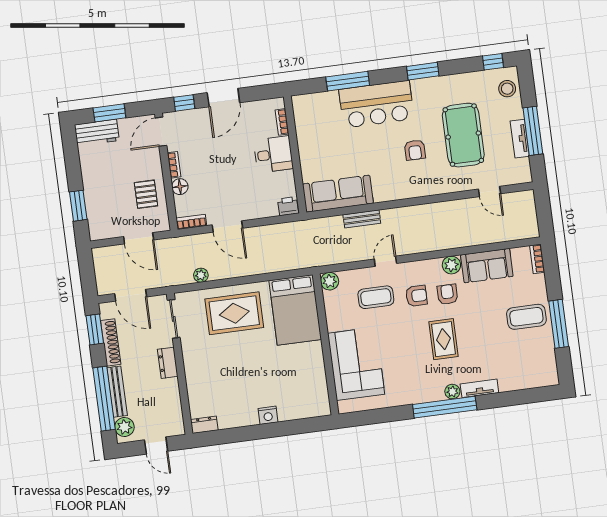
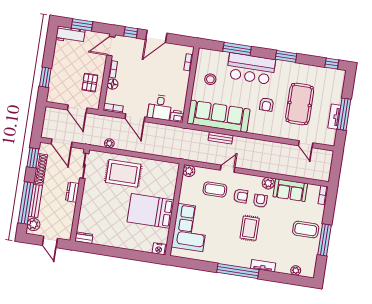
stool: (507, 89) -> (210, 79), moved
desk: (273, 154) -> (160, 107), moved, turned 90
sofa: (338, 194) -> (219, 116), width x1.36, depth x1.27
bed: (295, 310) -> (151, 211), moved, turned 90
plant: (452, 392) -> (296, 270), moved
nightstand: (268, 415) -> (159, 249), moved

